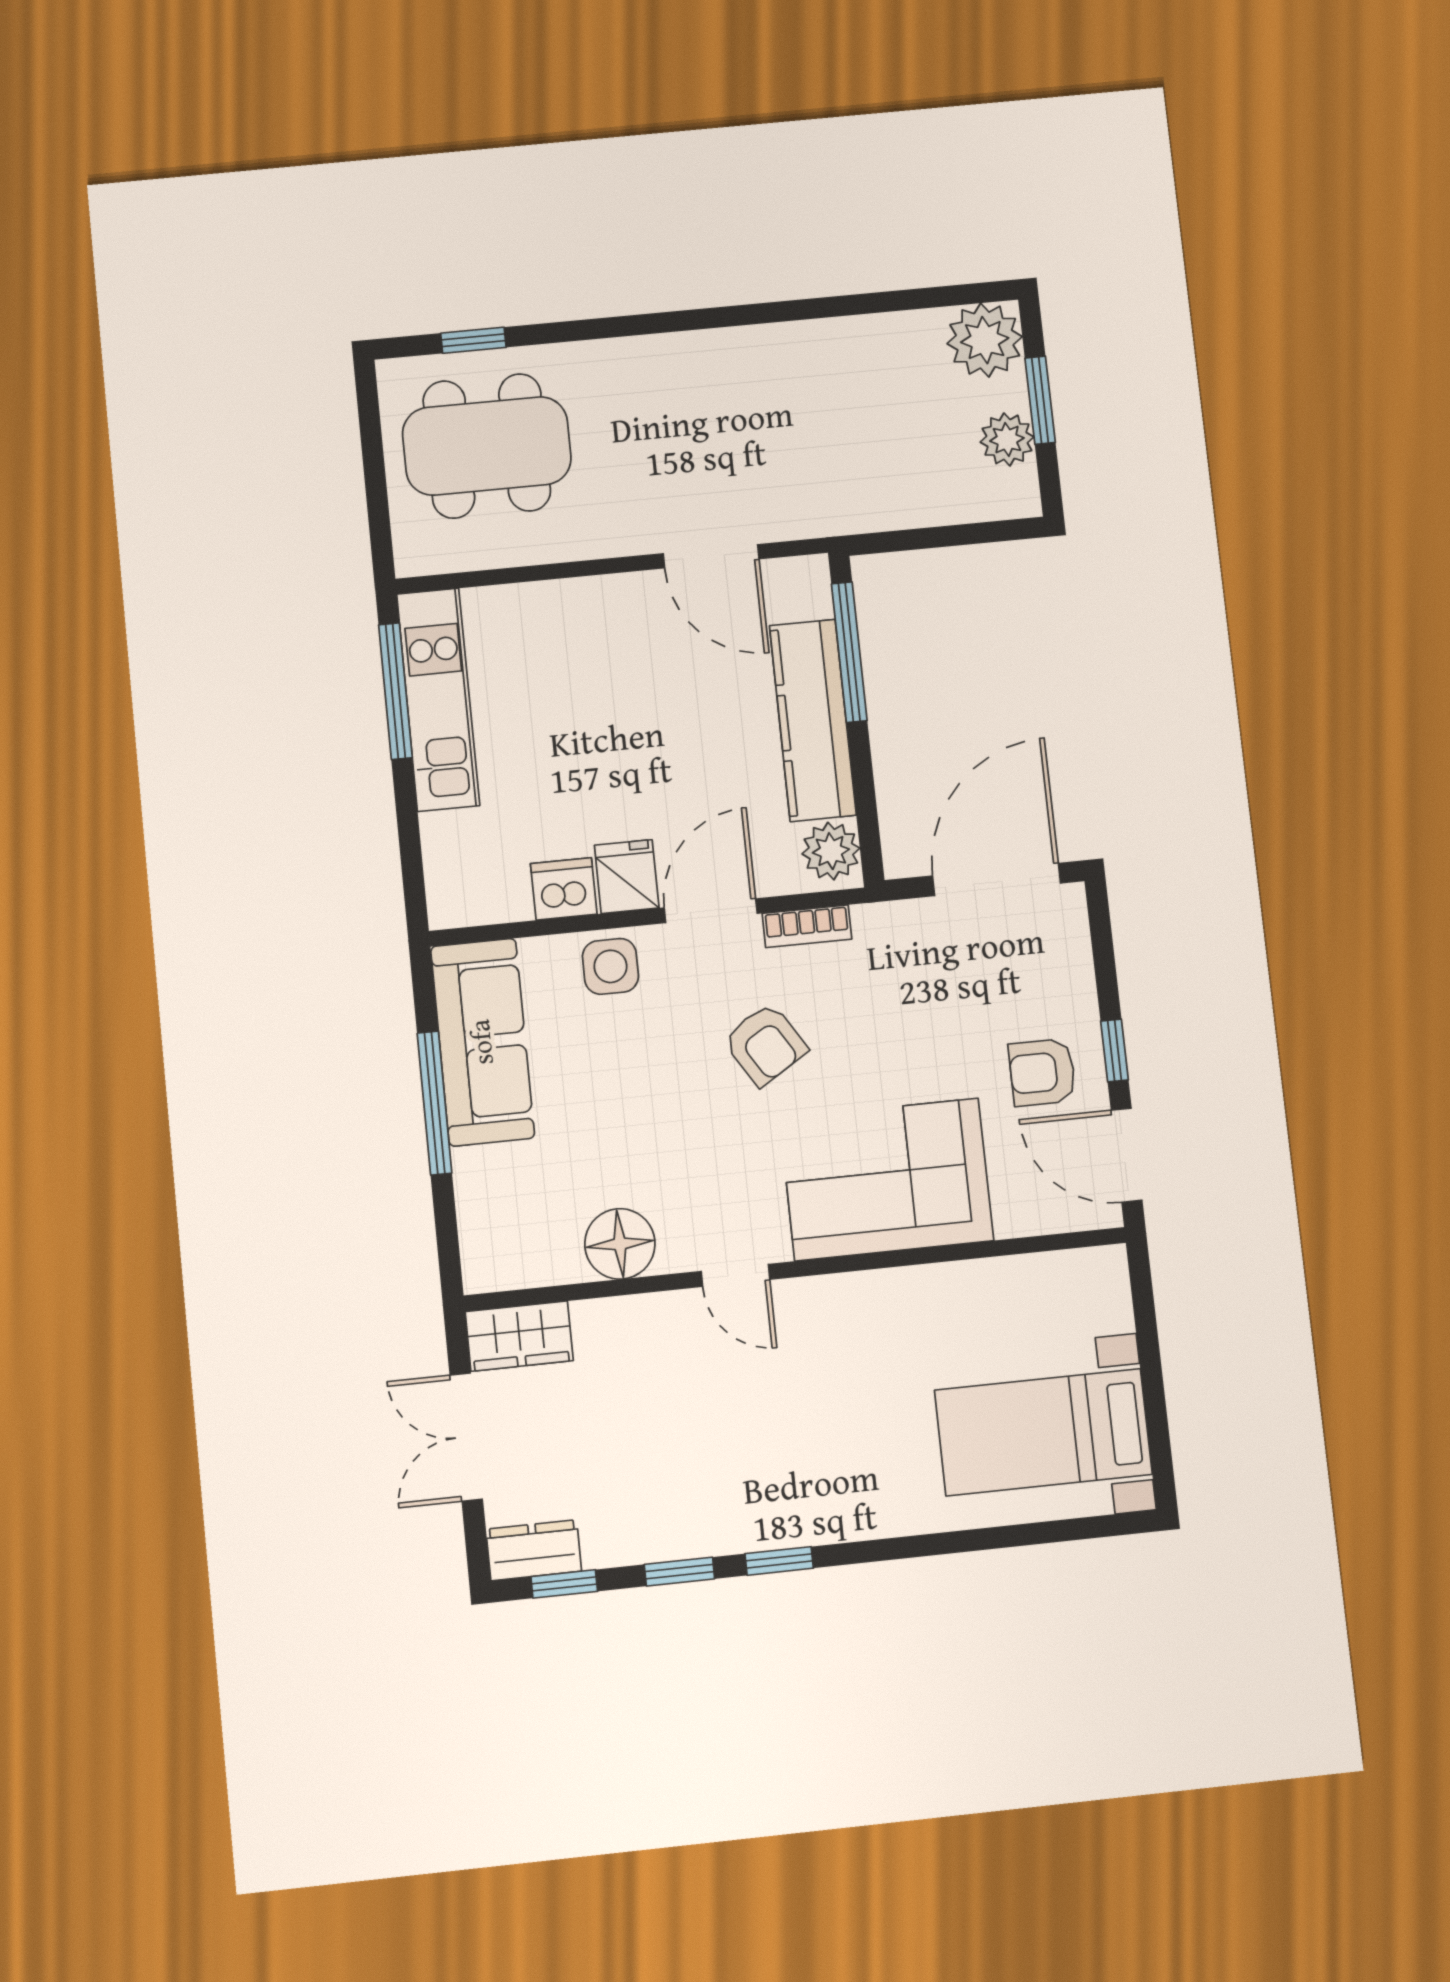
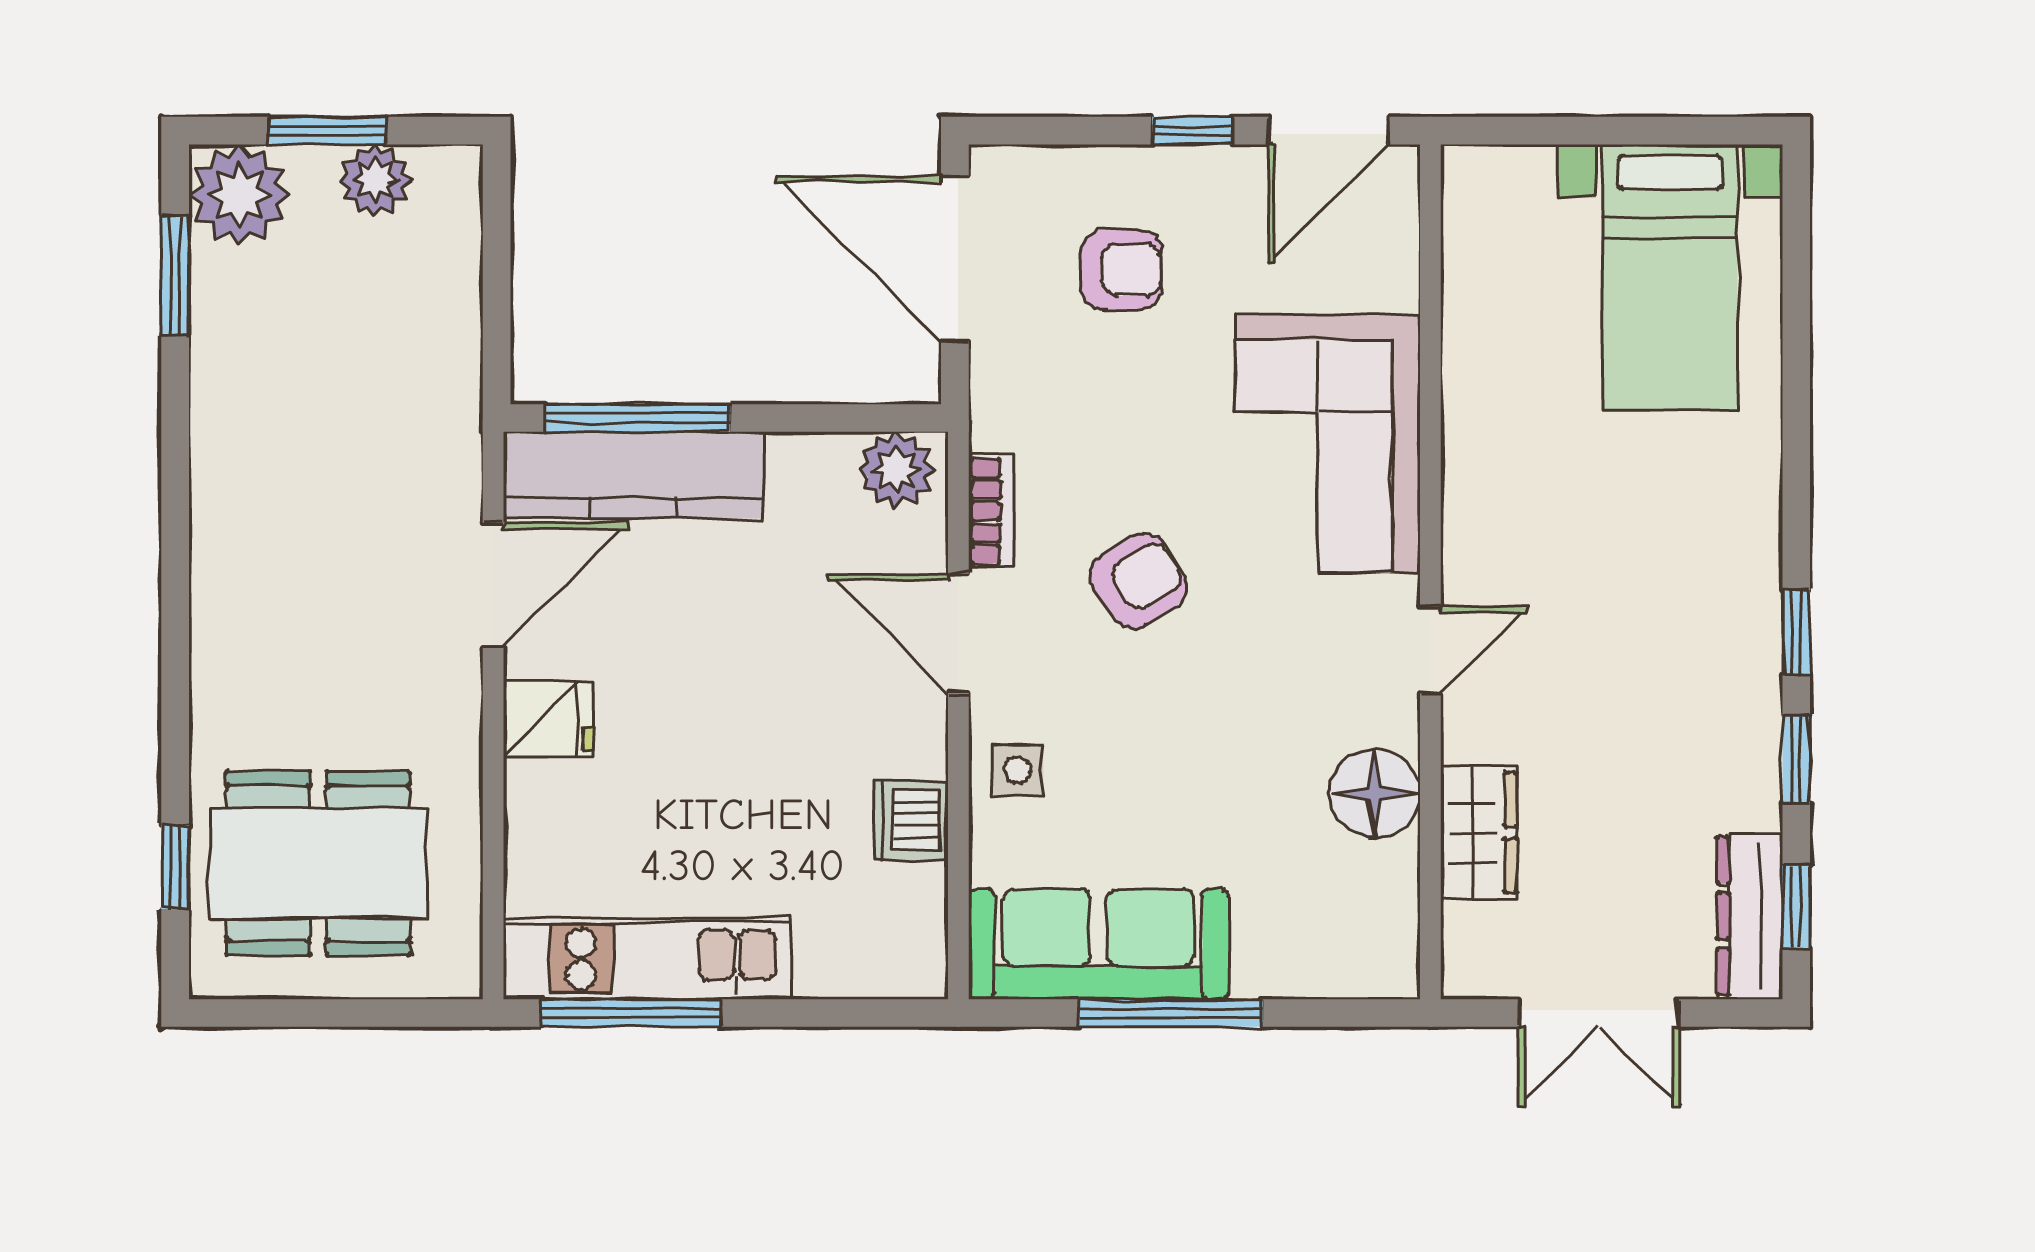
window: (919, 299) -> (175, 275), added
dining table: (487, 446) -> (318, 863), turned 90
kitchen counter: (813, 720) -> (634, 475), moved
fridge: (627, 877) -> (548, 719), moved, turned 180
side table: (610, 966) -> (1018, 770), width x0.73, depth x0.73
armchair: (1042, 1072) -> (1122, 270), moved, turned -90
wardrobe: (519, 1336) -> (1479, 833), moved
dresser: (534, 1550) -> (1750, 916), width x1.44

